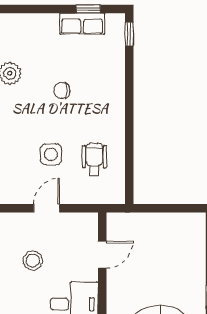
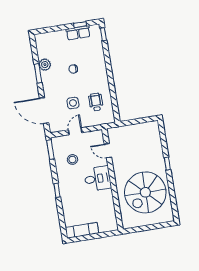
door: (102, 255) -> (108, 151), swing flipped

